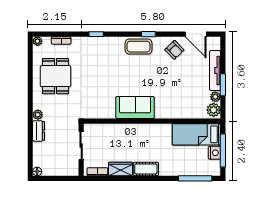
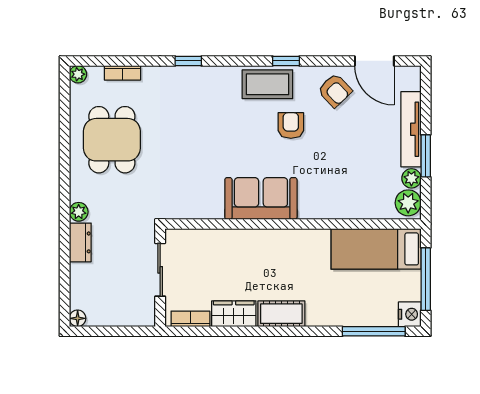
armchair: (151, 69) -> (291, 125), added
nightstand: (214, 153) -> (410, 314), moved

